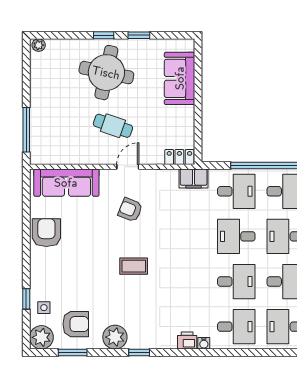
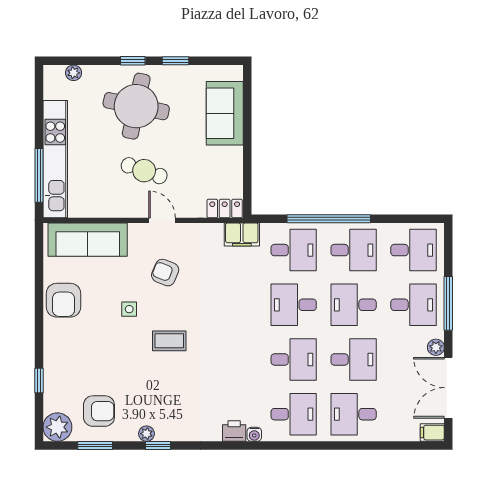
plant: (39, 45) -> (74, 73), moved
kitchen unit: (40, 116) -> (55, 159), added
door: (128, 167) -> (162, 220), hinge flipped
armchair: (46, 233) -> (63, 300), turned 180
side table: (44, 308) -> (129, 309), moved
plant: (115, 337) -> (146, 434), width x0.53, depth x0.53
window: (139, 353) -> (158, 446), moved

